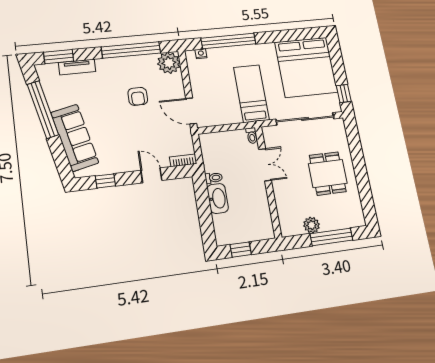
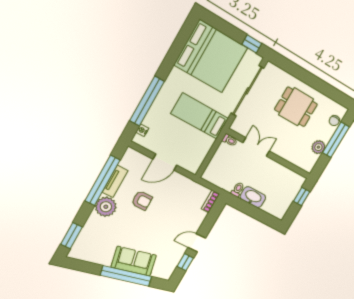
plant: (169, 63) -> (106, 207), moved
tv unit: (77, 67) -> (115, 181), moved
window: (43, 109) -> (126, 276), moved
door: (191, 111) -> (165, 162), moved
sofa: (75, 138) -> (134, 261), width x0.73
door: (151, 175) -> (197, 243), moved
chair: (346, 220) -> (334, 121), added
window: (241, 250) -> (302, 197), moved

